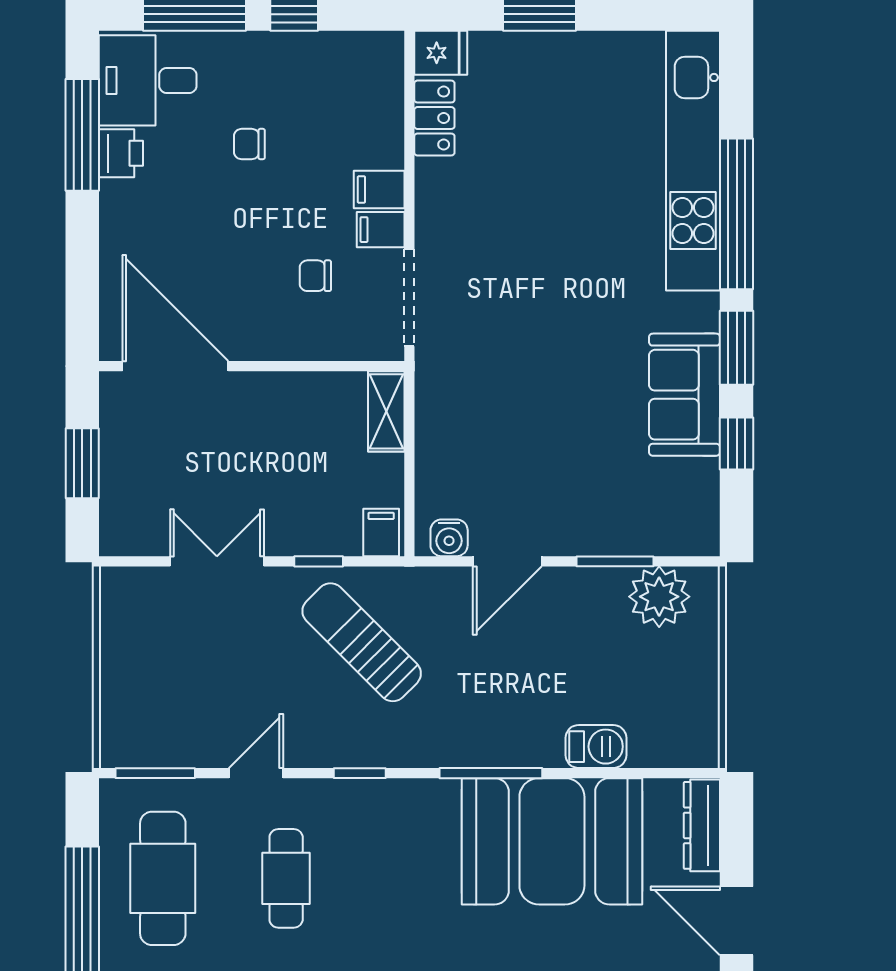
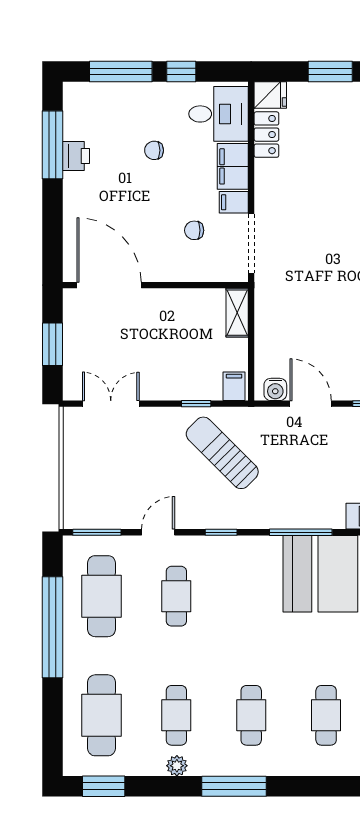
desk: (148, 80) -> (219, 114), moved, turned 180
filing cabinet: (379, 189) -> (233, 166), width x2.00
double door: (217, 561) -> (111, 404), moved
door: (507, 561) -> (311, 404), swing flipped

